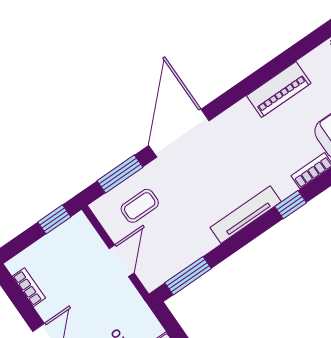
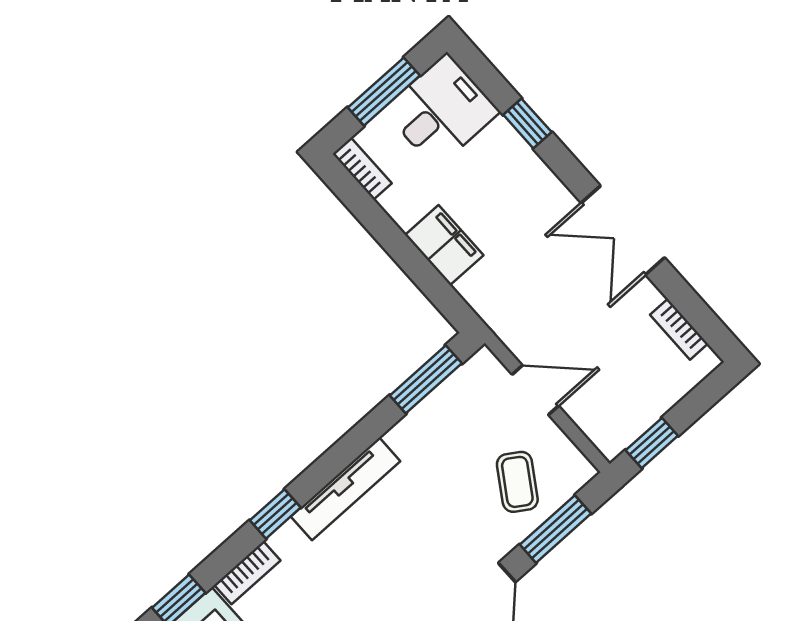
coffee table: (140, 206) -> (517, 482), turned -57
door: (122, 261) -> (535, 390), swing flipped

